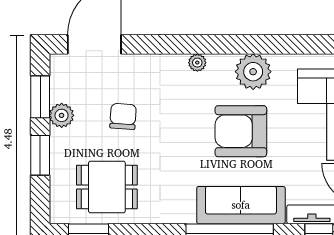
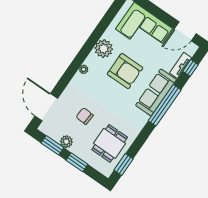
armchair: (241, 131) -> (125, 71), turned -90

